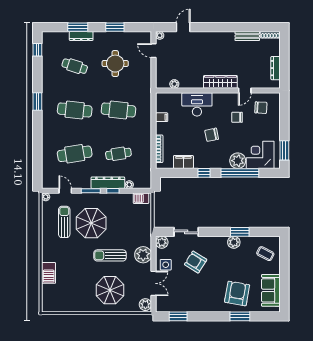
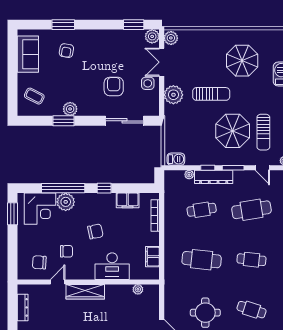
cafe table: (75, 110) -> (251, 260), width x0.73, depth x0.74
filing cabinet: (162, 117) -> (152, 257), width x2.00
sliding door: (186, 232) -> (124, 121), width x1.37
plant: (162, 242) -> (152, 36), moved
armchair: (196, 262) -> (114, 86), turned -122
parasol: (110, 290) -> (242, 61), moved
armchair: (237, 293) -> (66, 51), width x0.53, depth x0.53

